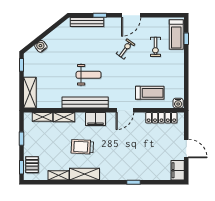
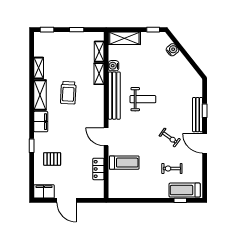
bench: (87, 22) -> (198, 115), moved
weight bench: (89, 75) -> (143, 99), turned -90
treadmill: (150, 93) -> (124, 163), turned -90
water cooler: (178, 103) -> (113, 66), moved
locker: (161, 118) -> (98, 169), width x0.66
filing cabinet: (96, 119) -> (41, 122), moved, turned 180
trolley: (82, 147) -> (68, 93), turned 180
door: (186, 149) -> (66, 200), hinge flipped
pallet: (32, 165) -> (52, 159), moved

